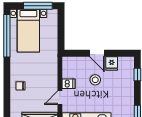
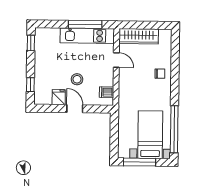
dishwasher: (68, 84) -> (106, 92), moved
door: (60, 98) -> (116, 60), hinge flipped

